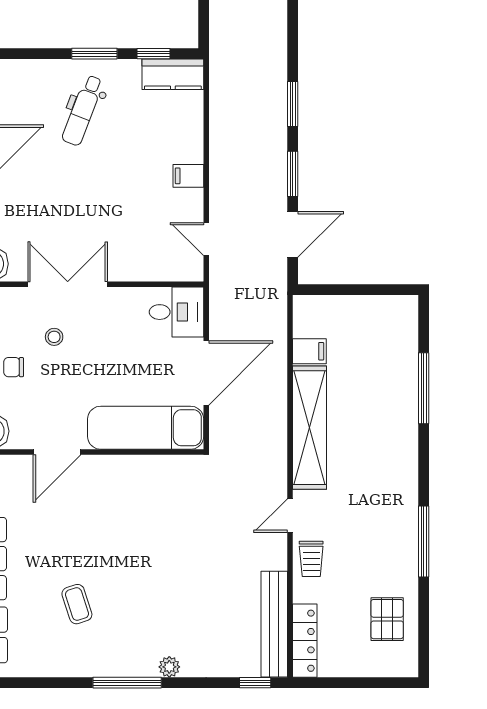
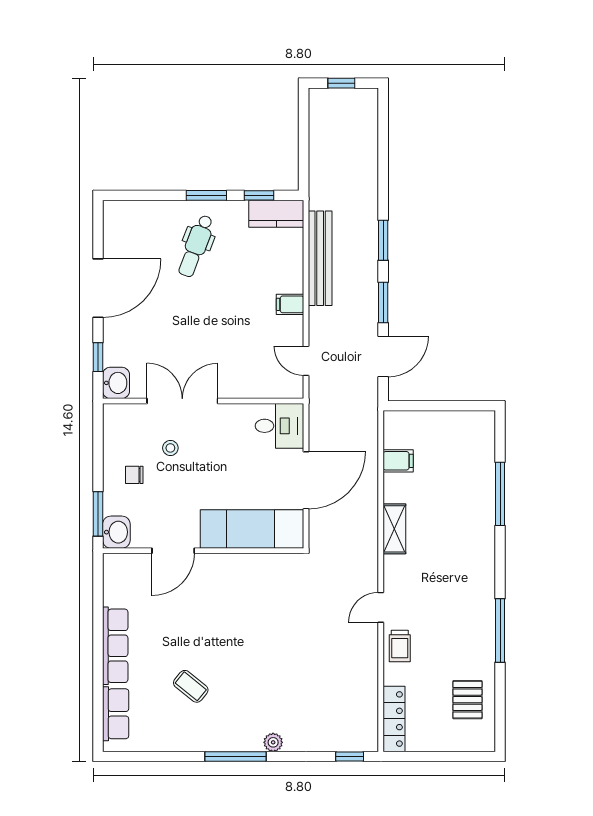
shelving: (309, 428) -> (394, 529), width x0.45, depth x0.75
coffee table: (77, 604) -> (191, 686), turned -33
bench: (274, 624) -> (320, 258), moved

